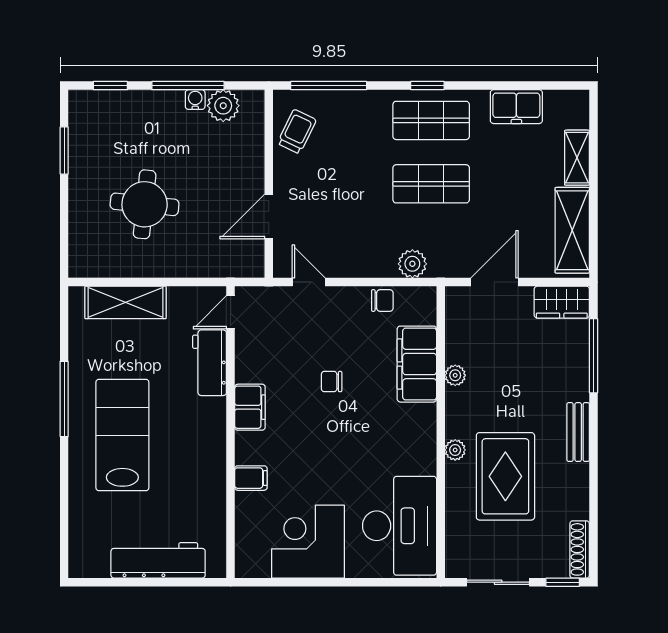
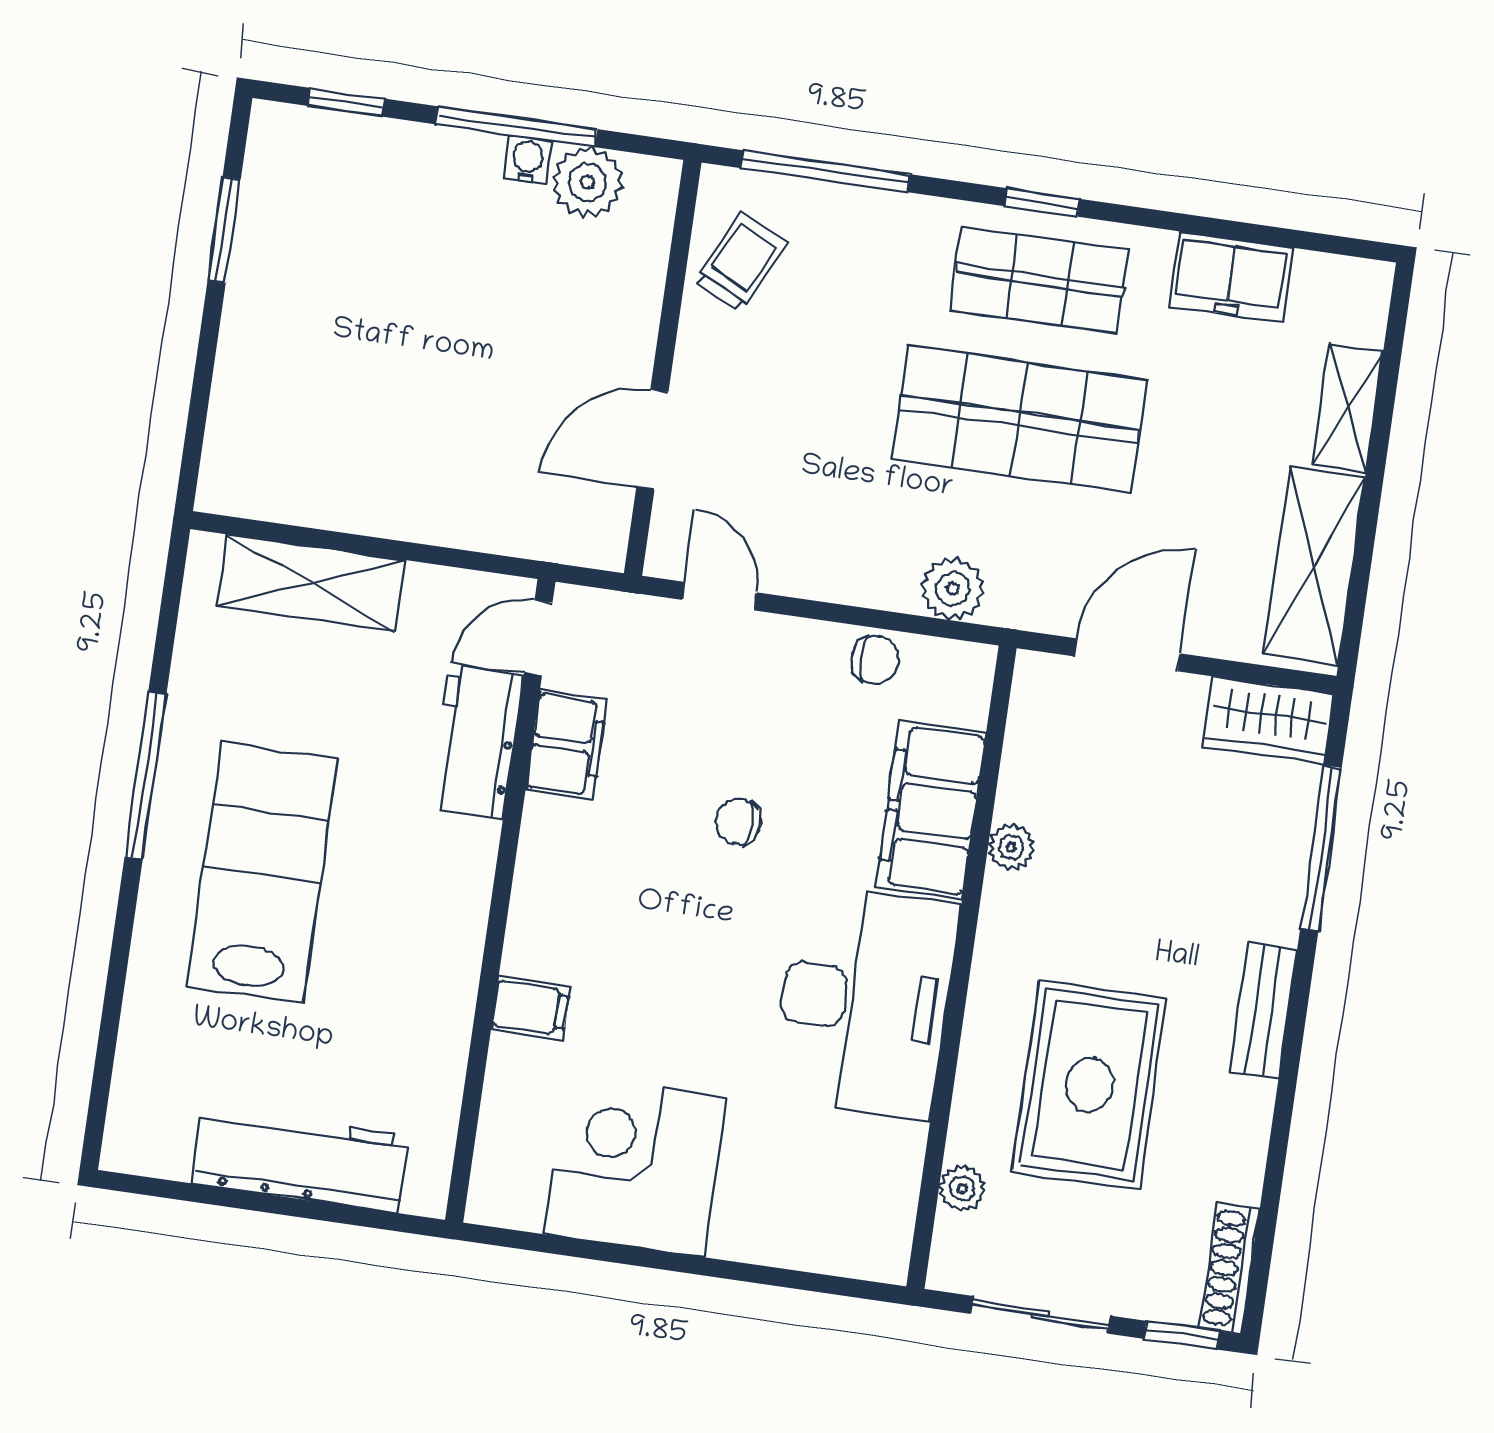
shop shelf: (431, 184) -> (1019, 419), width x1.43, depth x1.36
round table: (145, 204) -> (384, 374), removed
filing cabinet: (250, 407) -> (566, 745), moved
plant: (455, 450) -> (962, 1188), moved
desk: (400, 526) -> (864, 1001), moved

